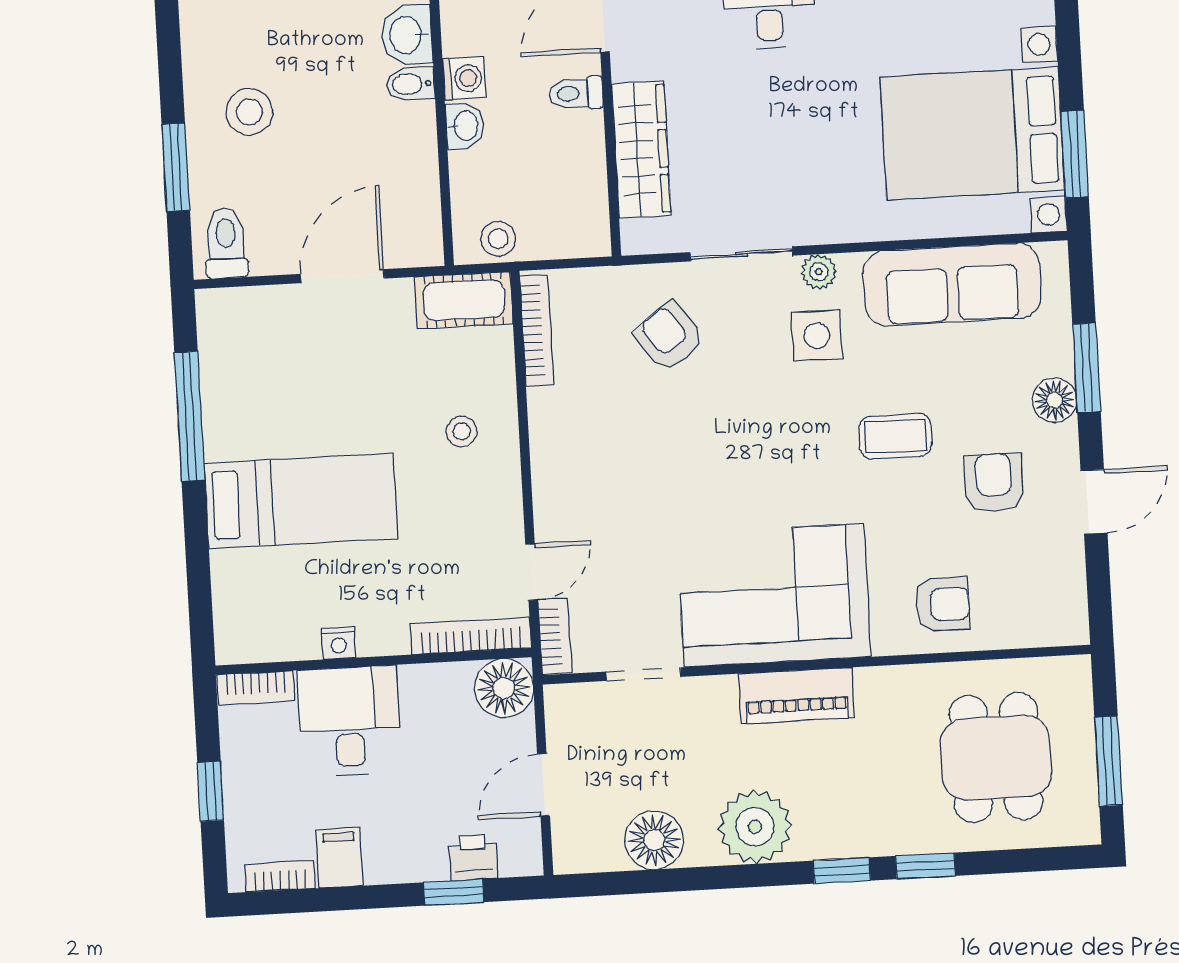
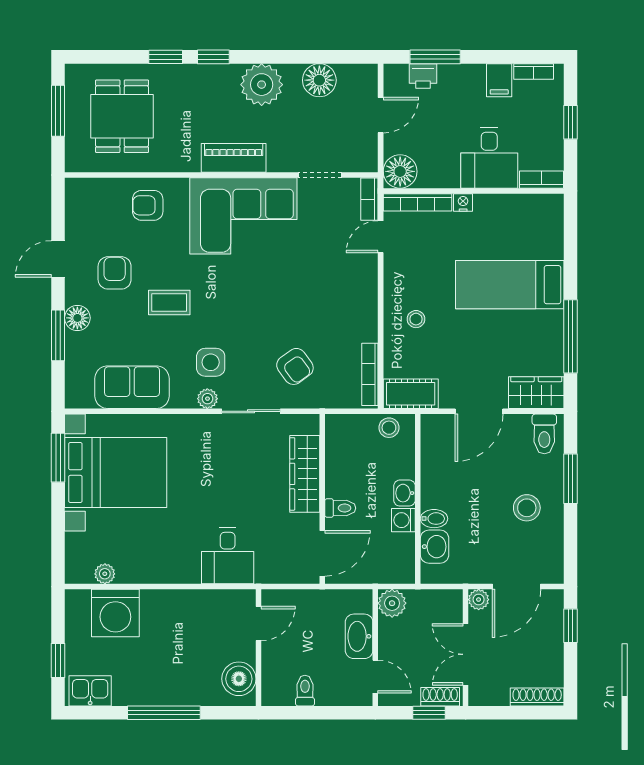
sofa: (952, 284) -> (132, 387), width x0.73
wardrobe: (244, 314) -> (536, 393), added
armchair: (994, 483) -> (115, 273), turned 180
nightstand: (339, 643) -> (463, 202), moved
window: (454, 892) -> (435, 57), width x1.50

